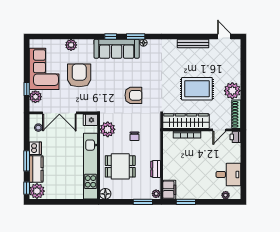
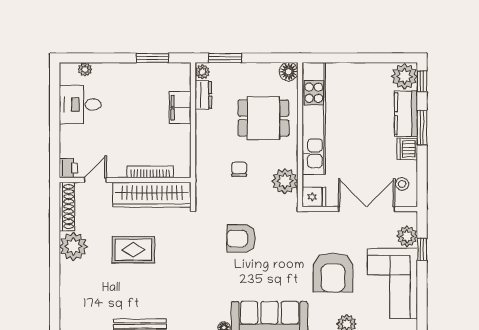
rug: (197, 89) -> (133, 250), width x0.73, depth x0.70
dresser: (156, 169) -> (203, 95), moved
filing cabinet: (169, 190) -> (180, 108), moved

